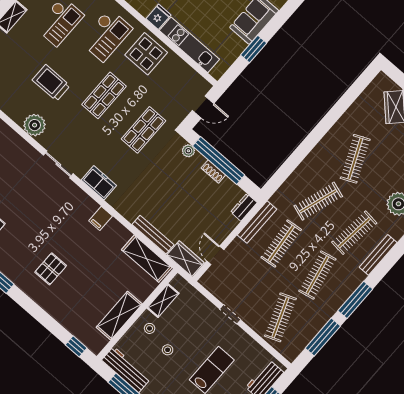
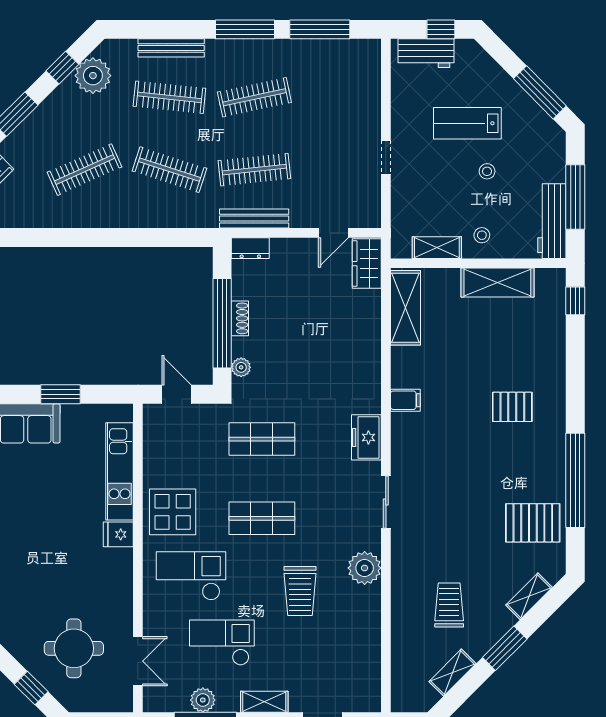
bench: (153, 235) -> (372, 324), removed
clothes rail: (280, 317) -> (339, 97), removed
stool: (168, 350) -> (487, 171), moved

